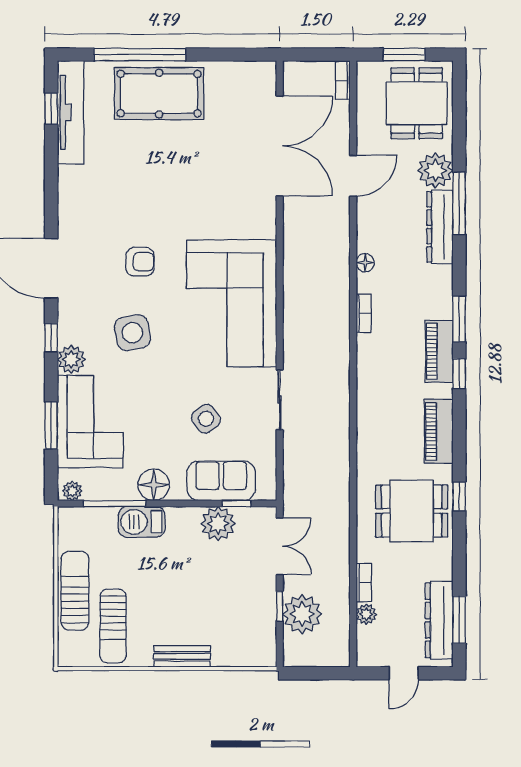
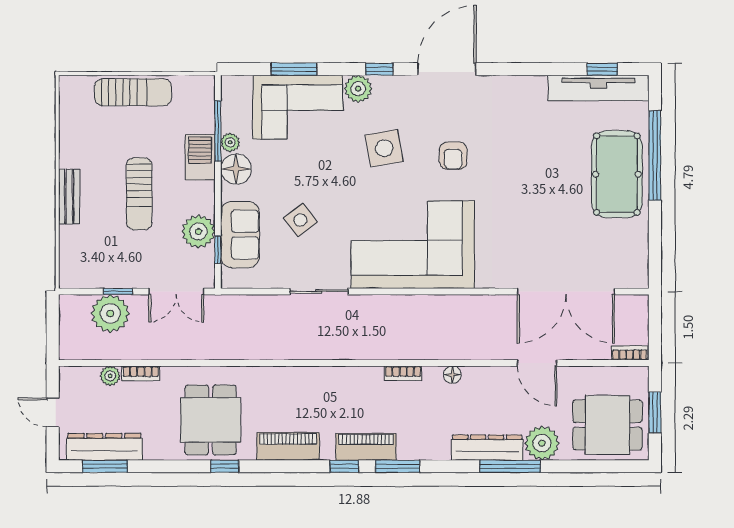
plant: (72, 491) -> (230, 142), moved
sun lounger: (113, 626) -> (139, 194), moved, turned -90

